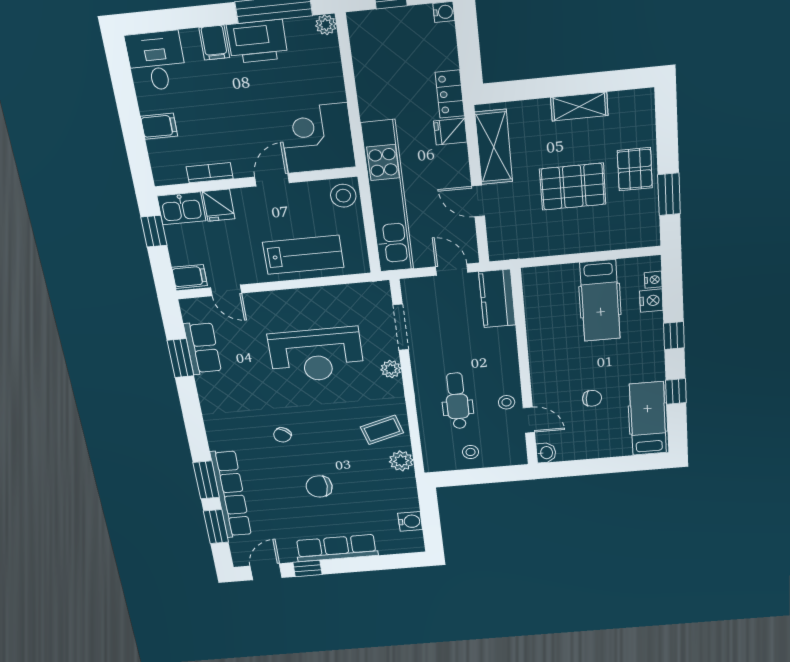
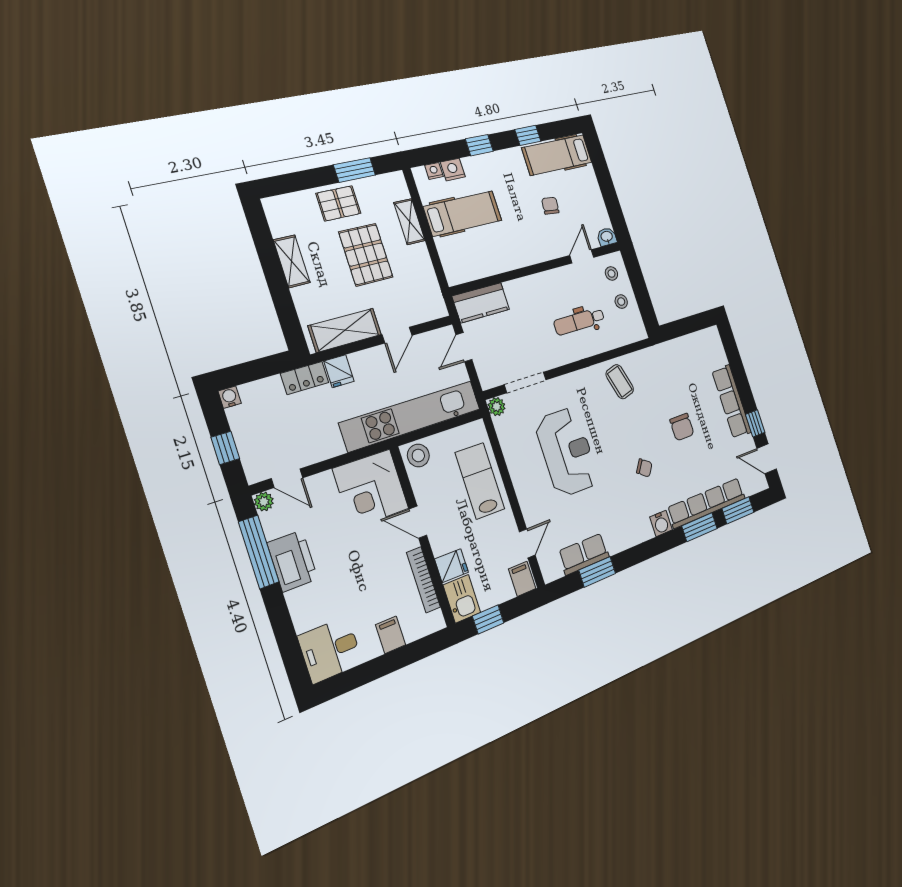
filing cabinet: (214, 43) -> (302, 600), removed
door: (346, 54) -> (287, 478), added
bookcase: (210, 173) -> (424, 580), width x1.56
shelving: (601, 241) -> (409, 222), added
plant: (391, 369) -> (497, 407), moved
stool: (507, 402) -> (611, 274), moved
plant: (401, 461) -> (643, 360), removed
water cooler: (410, 521) -> (661, 523), moved, turned 180

